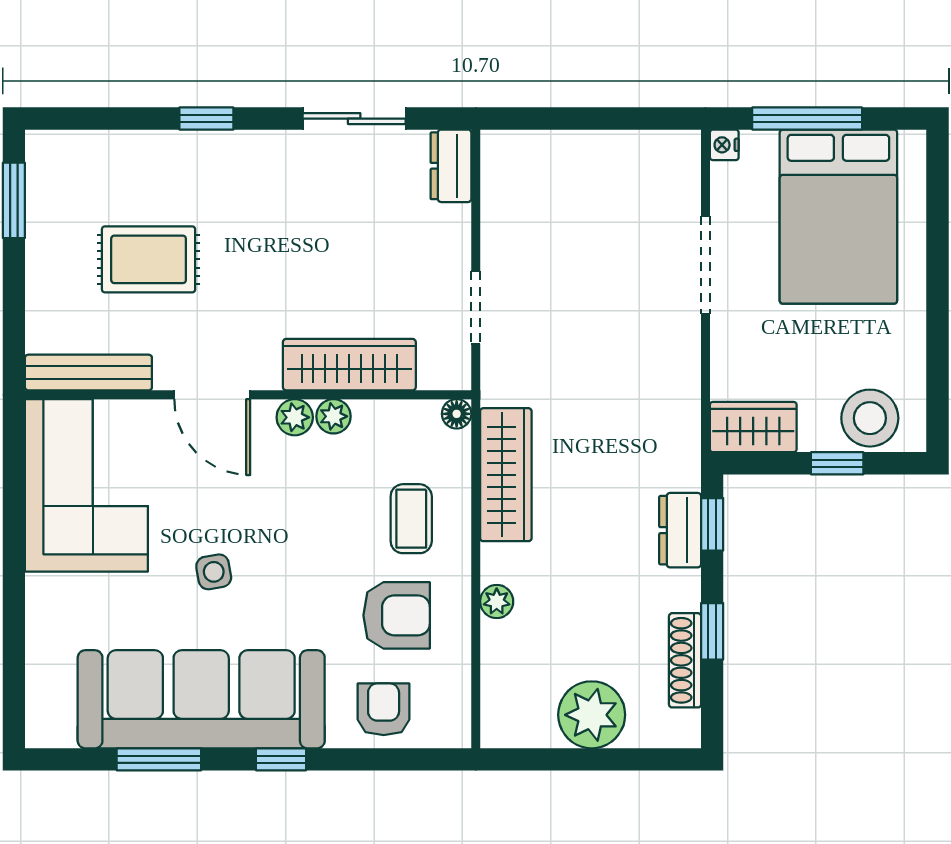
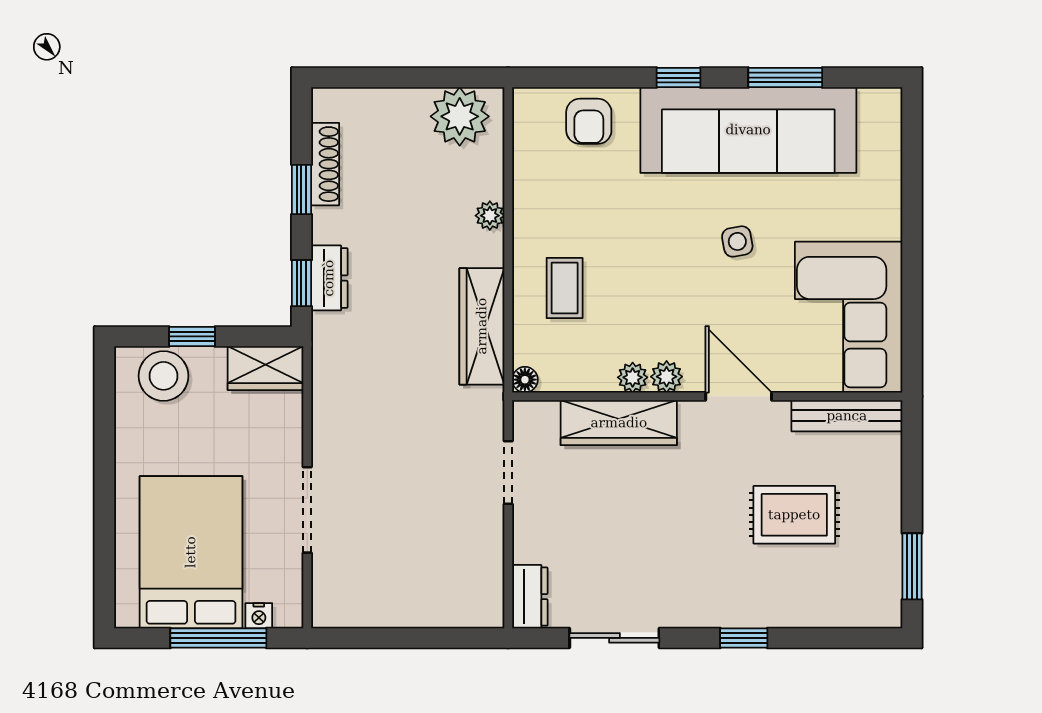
nightstand: (724, 145) -> (259, 616), moved, turned 90
armchair: (397, 615) -> (577, 203), removed
plant: (592, 715) -> (460, 116), moved

